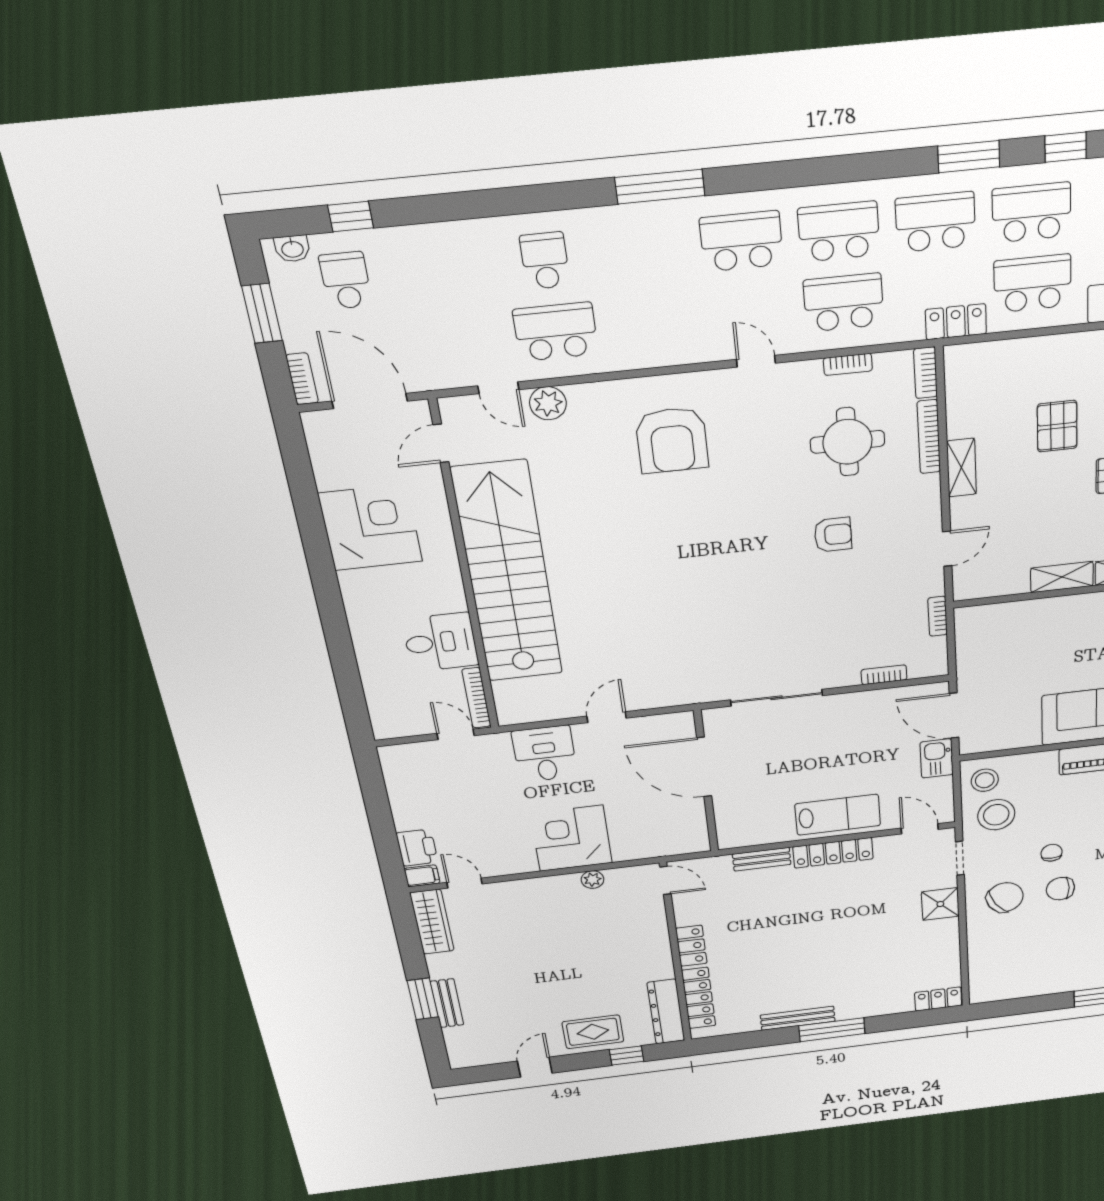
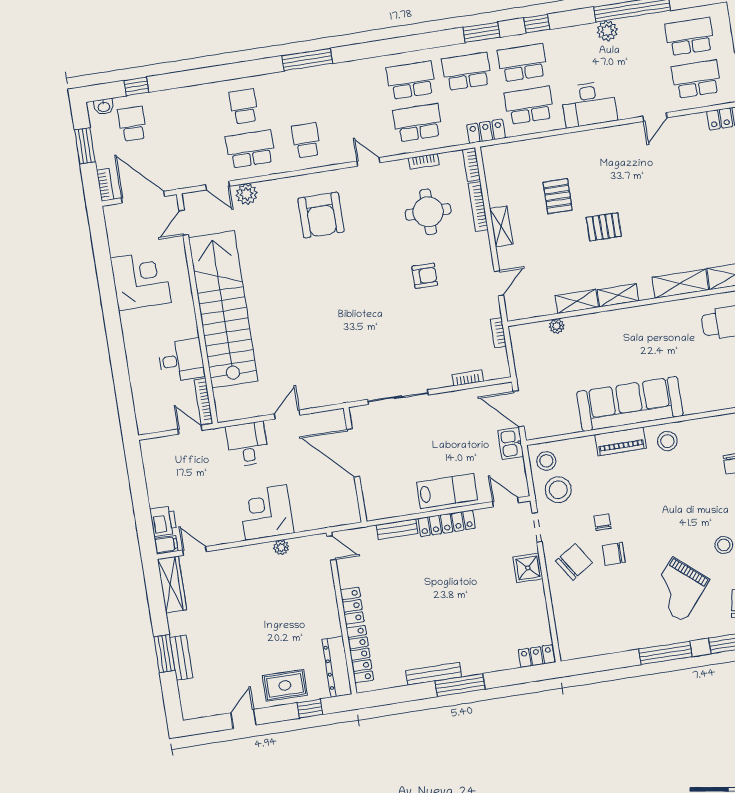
school desk: (741, 241) -> (306, 140), moved, width x0.54
plant: (1027, 610) -> (557, 326), added

